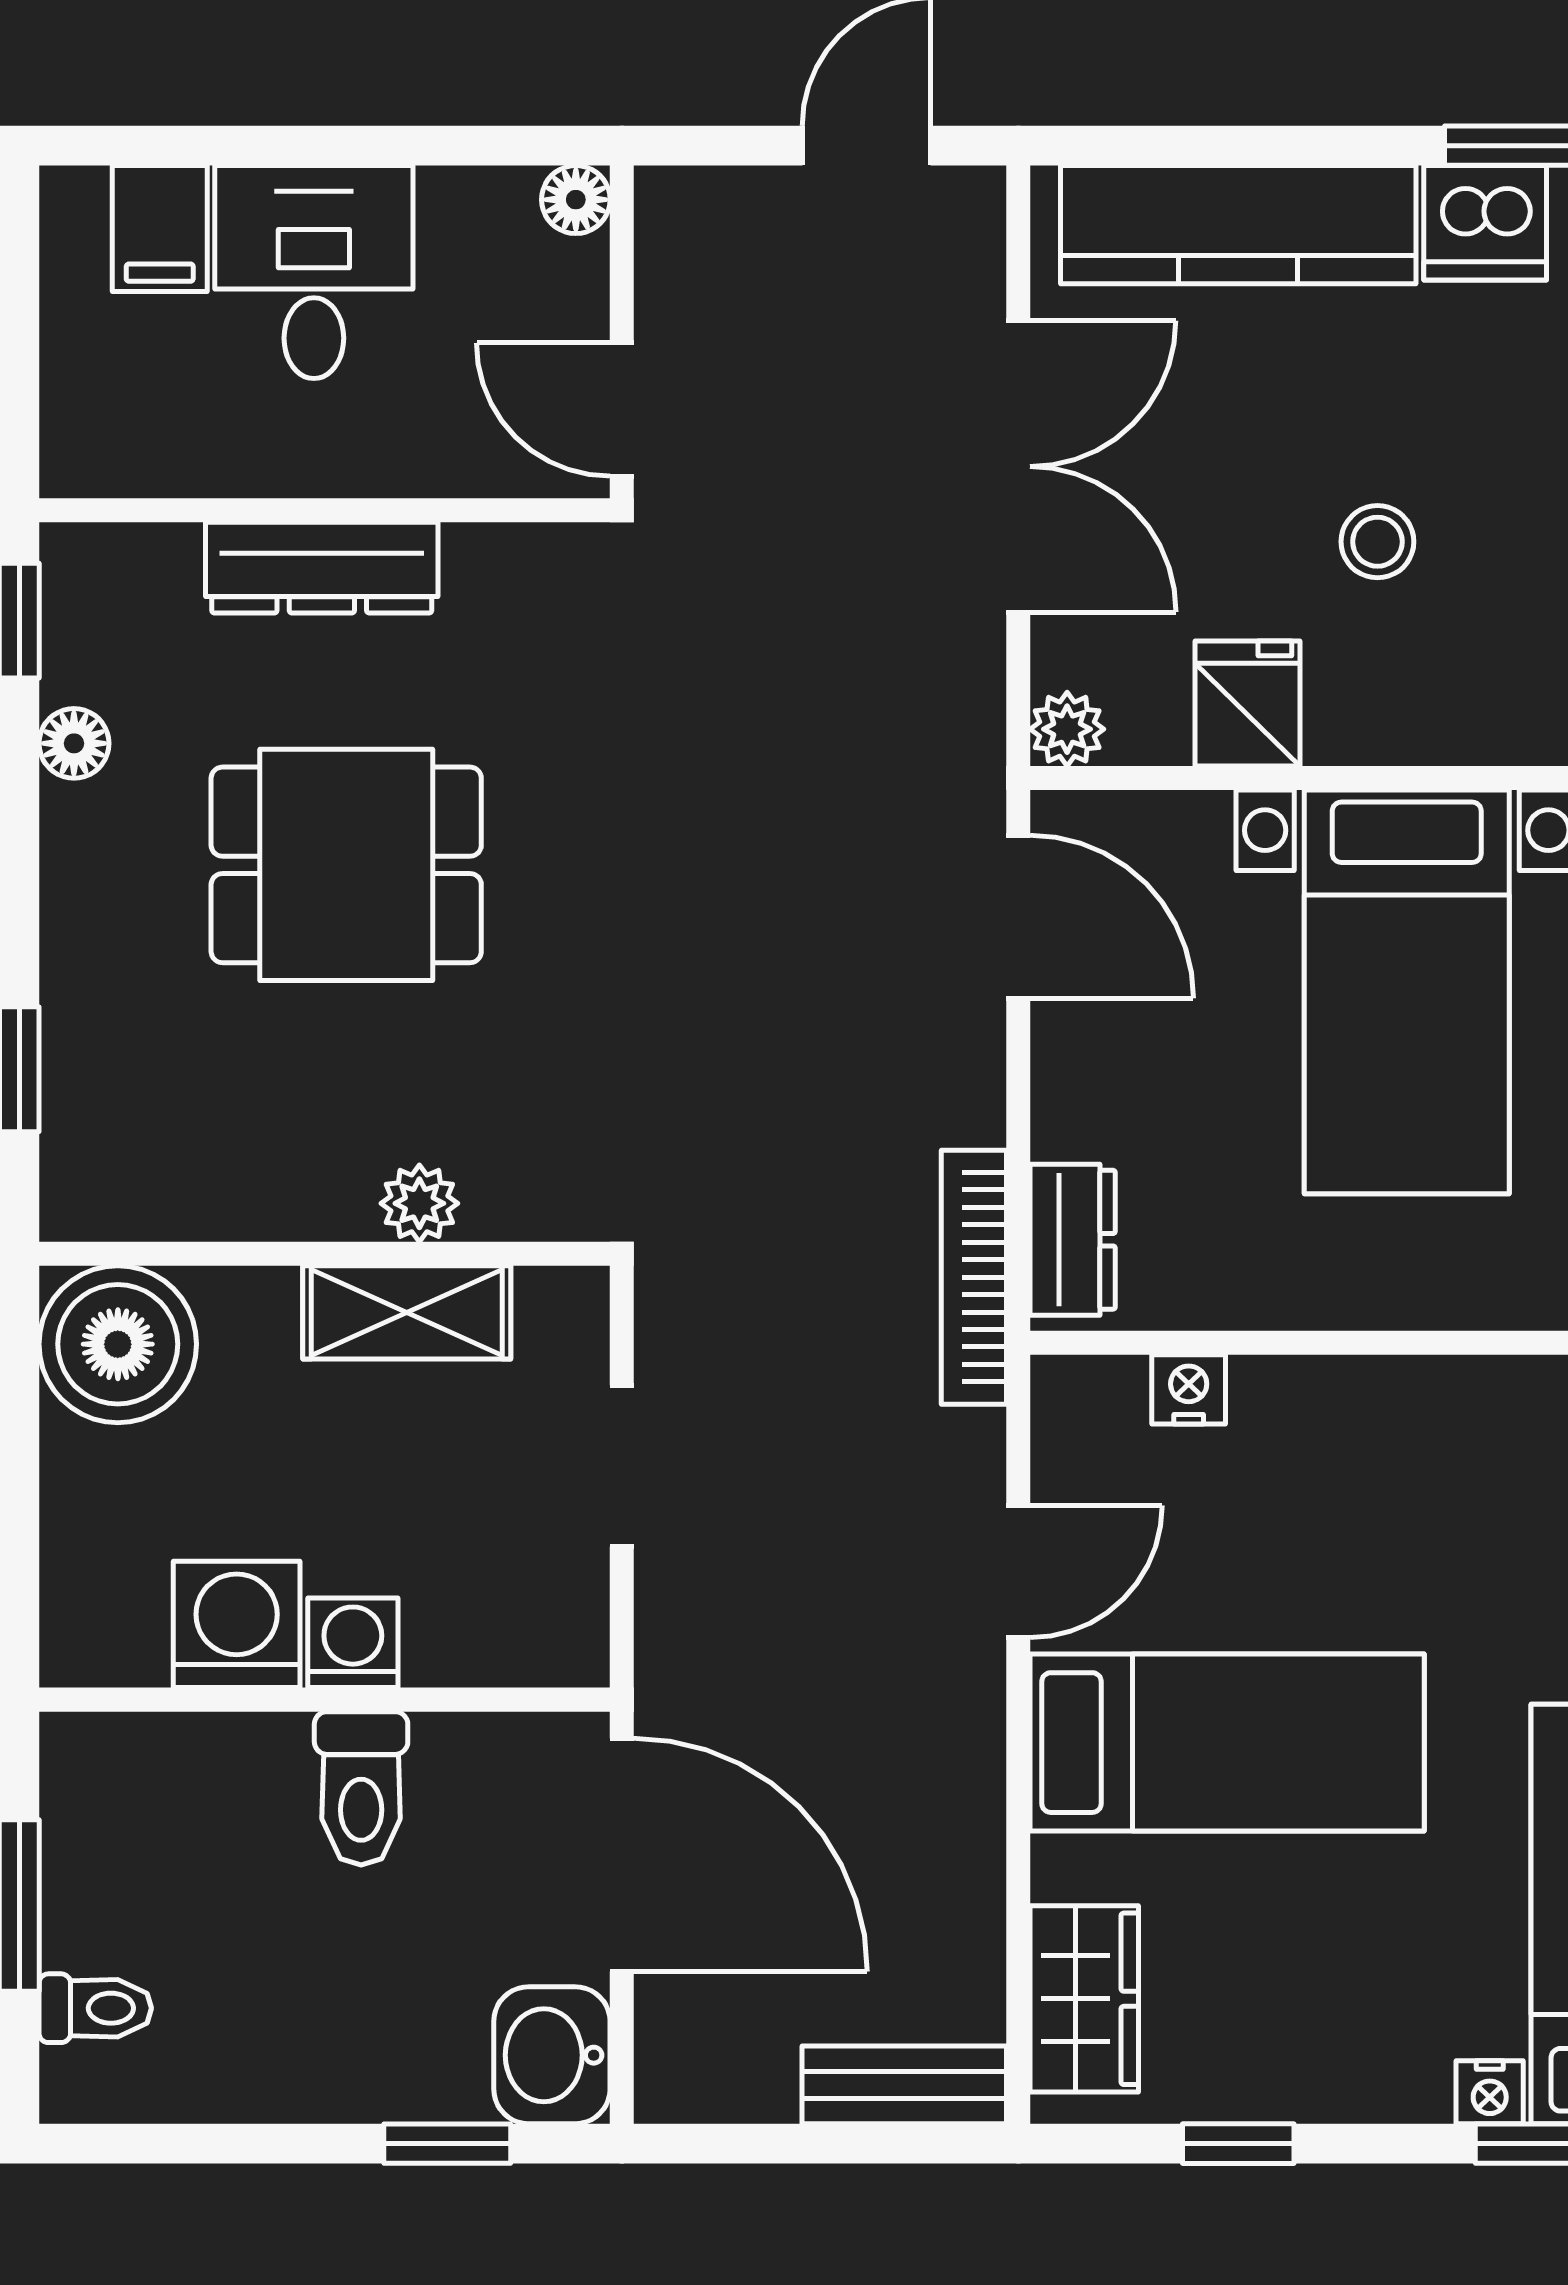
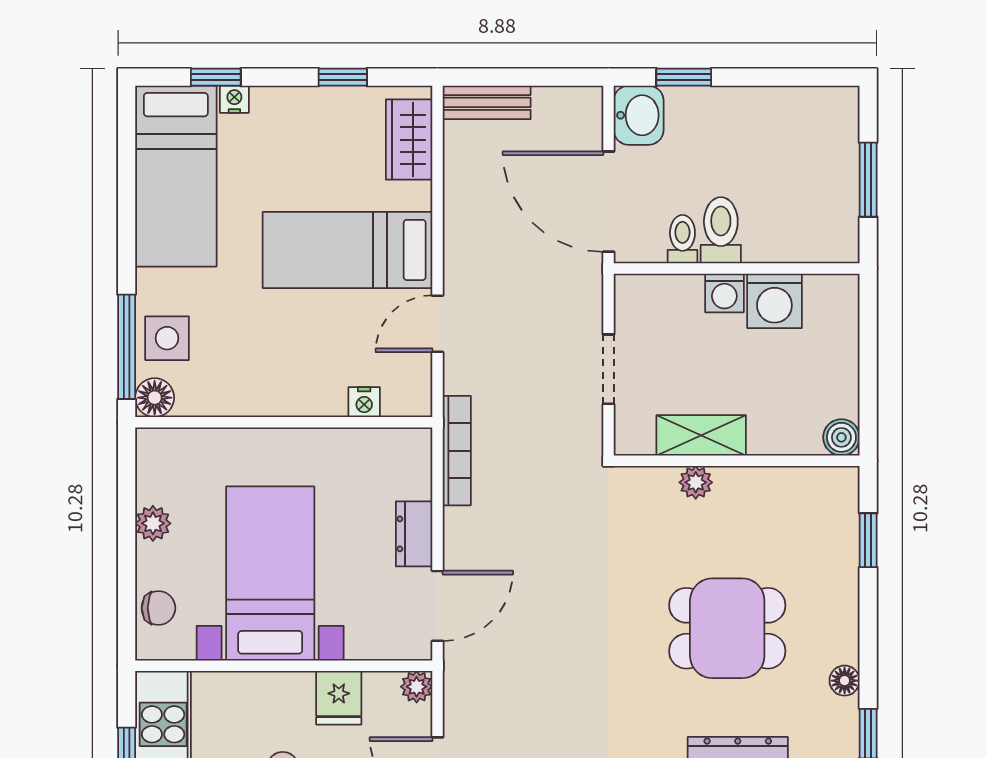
door: (1018, 917) -> (438, 606), swing flipped
dresser: (1073, 1240) -> (414, 534), moved
boiler: (118, 1344) -> (841, 437), width x0.54, depth x0.54
toilet: (95, 2008) -> (682, 239), moved, turned 90

